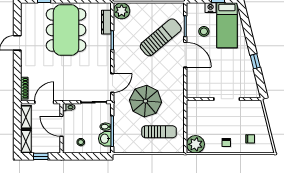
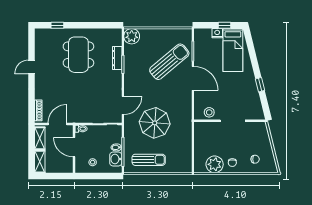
dresser: (106, 22) -> (117, 58), moved
dining table: (66, 30) -> (78, 55), width x0.73, depth x0.80
stool: (204, 31) -> (209, 112), moved
sun lounger: (159, 132) -> (149, 160), moved
plant: (195, 144) -> (215, 164), moved
window: (41, 156) -> (54, 176), removed

